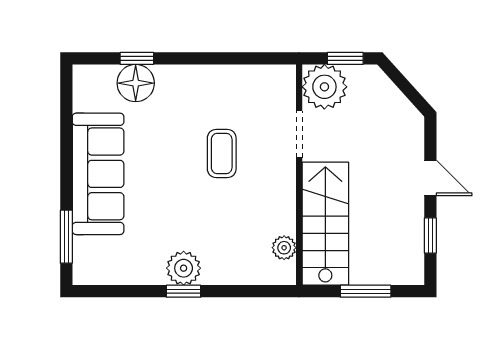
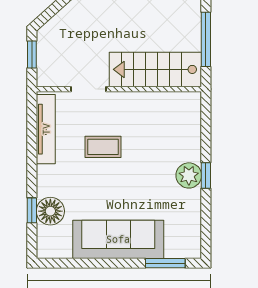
tv unit: (246, 77) -> (46, 129), added
plant: (324, 87) -> (53, 70), removed
plant: (284, 248) -> (173, 100), removed
window: (366, 291) -> (206, 39), width x1.44

